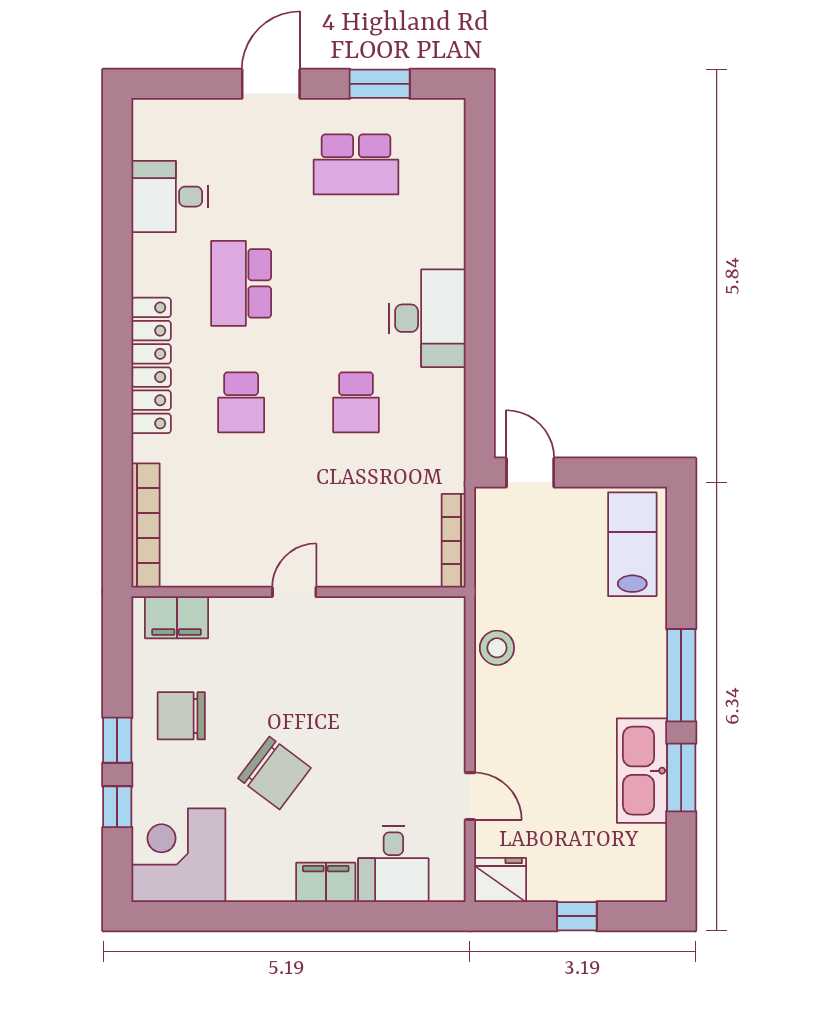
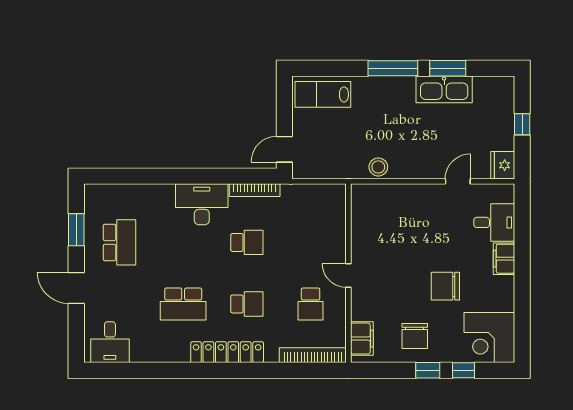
desk: (170, 197) -> (110, 342), moved
school desk: (241, 521) -> (311, 304), added
bookcase: (454, 541) -> (255, 190), moved
chair: (274, 773) -> (445, 286), turned -127

